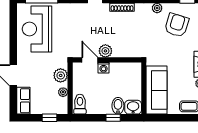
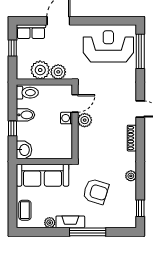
armchair: (177, 25) -> (96, 192), moved
plant: (63, 92) -> (40, 70), width x1.88, depth x1.88
bidet: (118, 106) -> (26, 115), moved
window: (49, 118) -> (13, 48), moved

